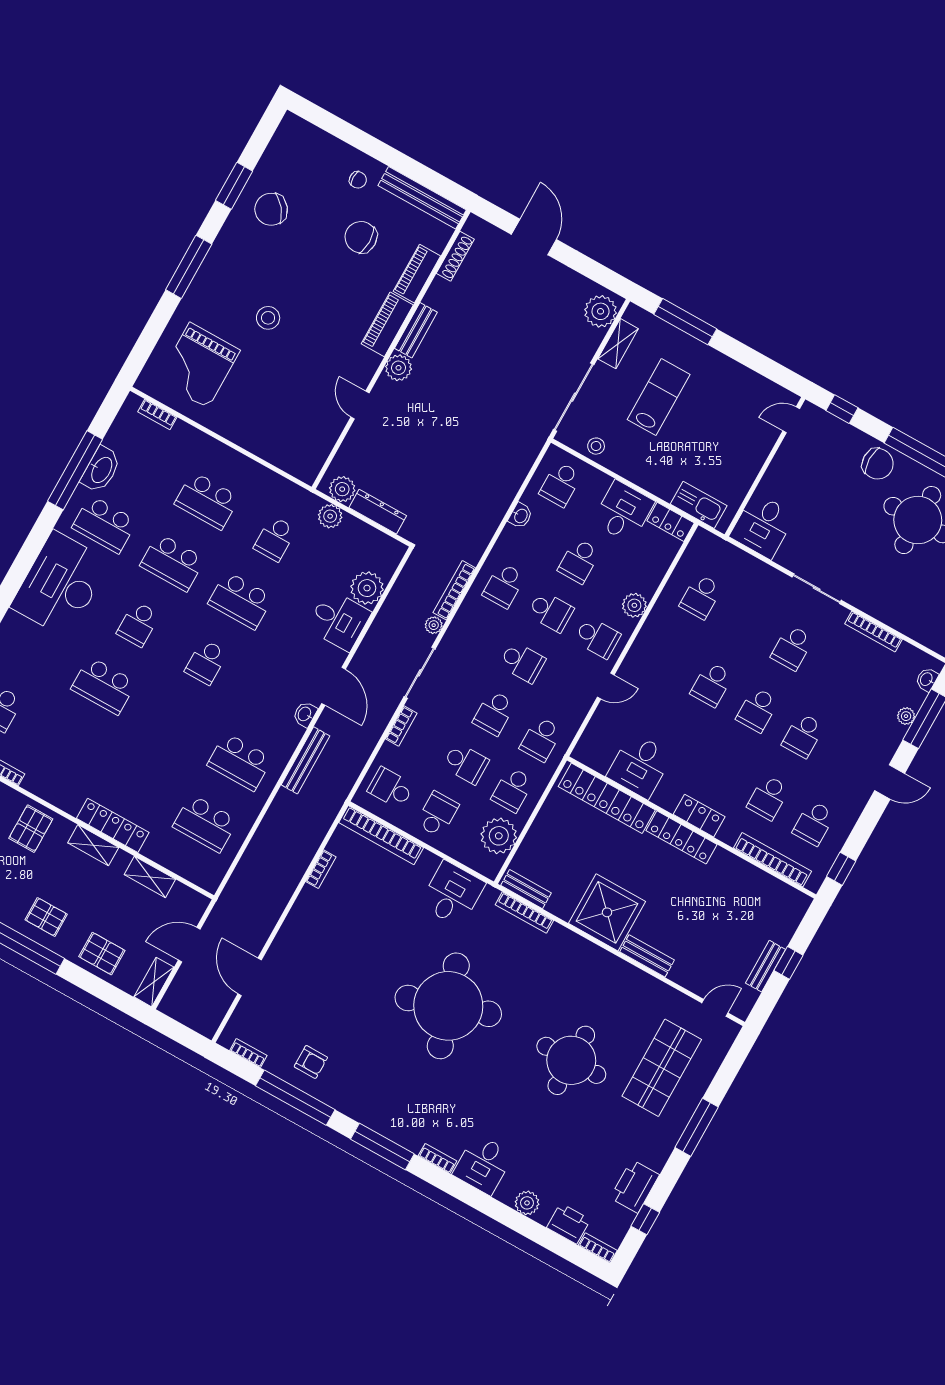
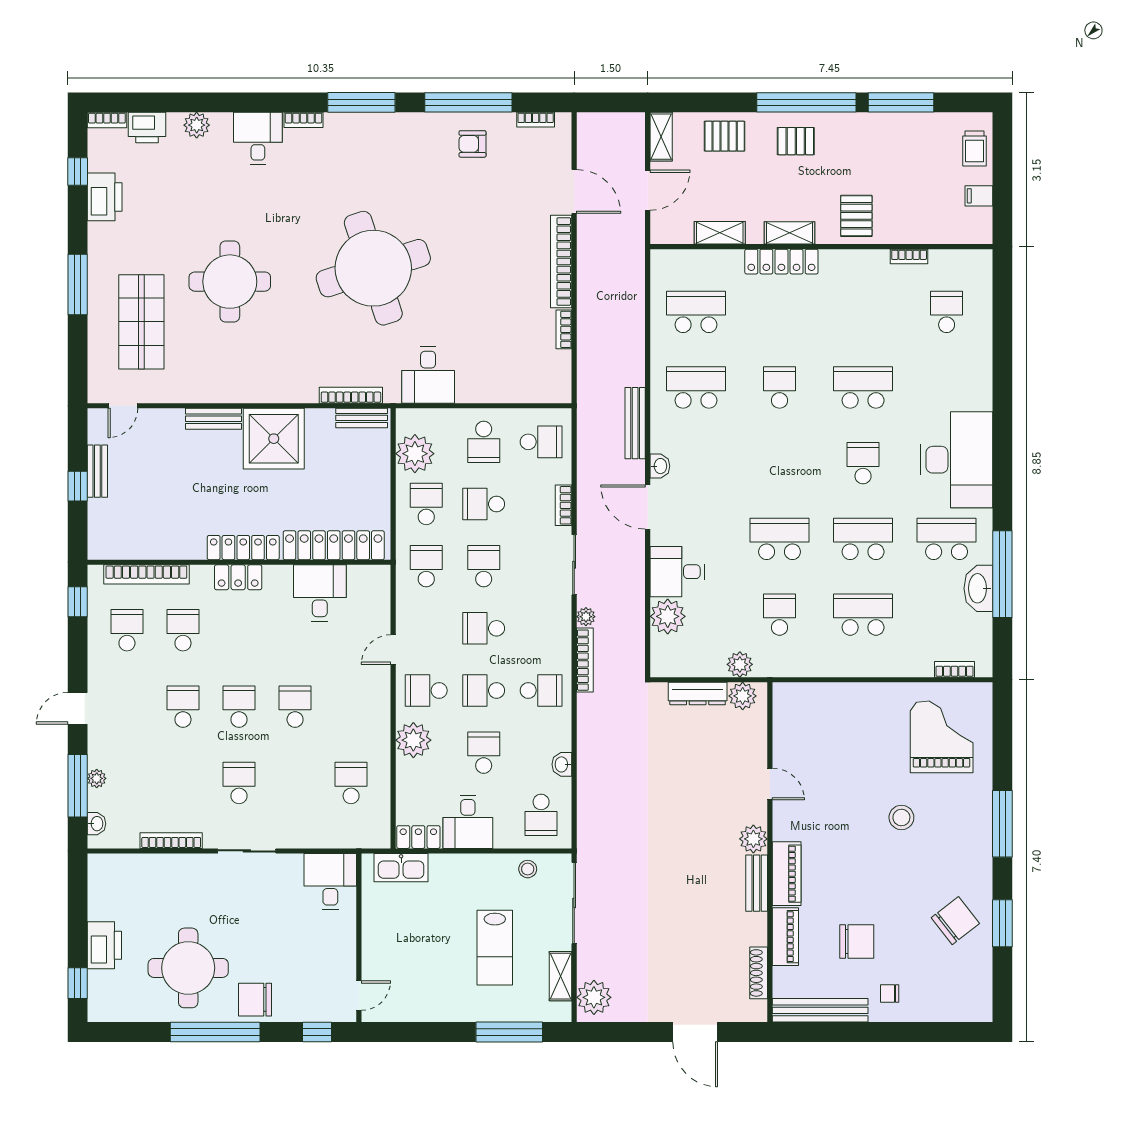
school desk: (560, 484) -> (541, 815), turned 180
school desk: (504, 585) -> (541, 690), turned 90
plant: (634, 605) -> (413, 740), width x1.36, depth x1.36
school desk: (206, 662) -> (780, 388), moved
bookcase: (381, 835) -> (561, 262), moved, turned -90

